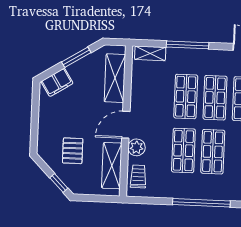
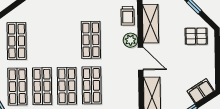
door: (126, 125) -> (141, 59), hinge flipped
pallet: (73, 151) -> (196, 36), moved, turned 90
shop shelf: (213, 152) -> (66, 40), removed

